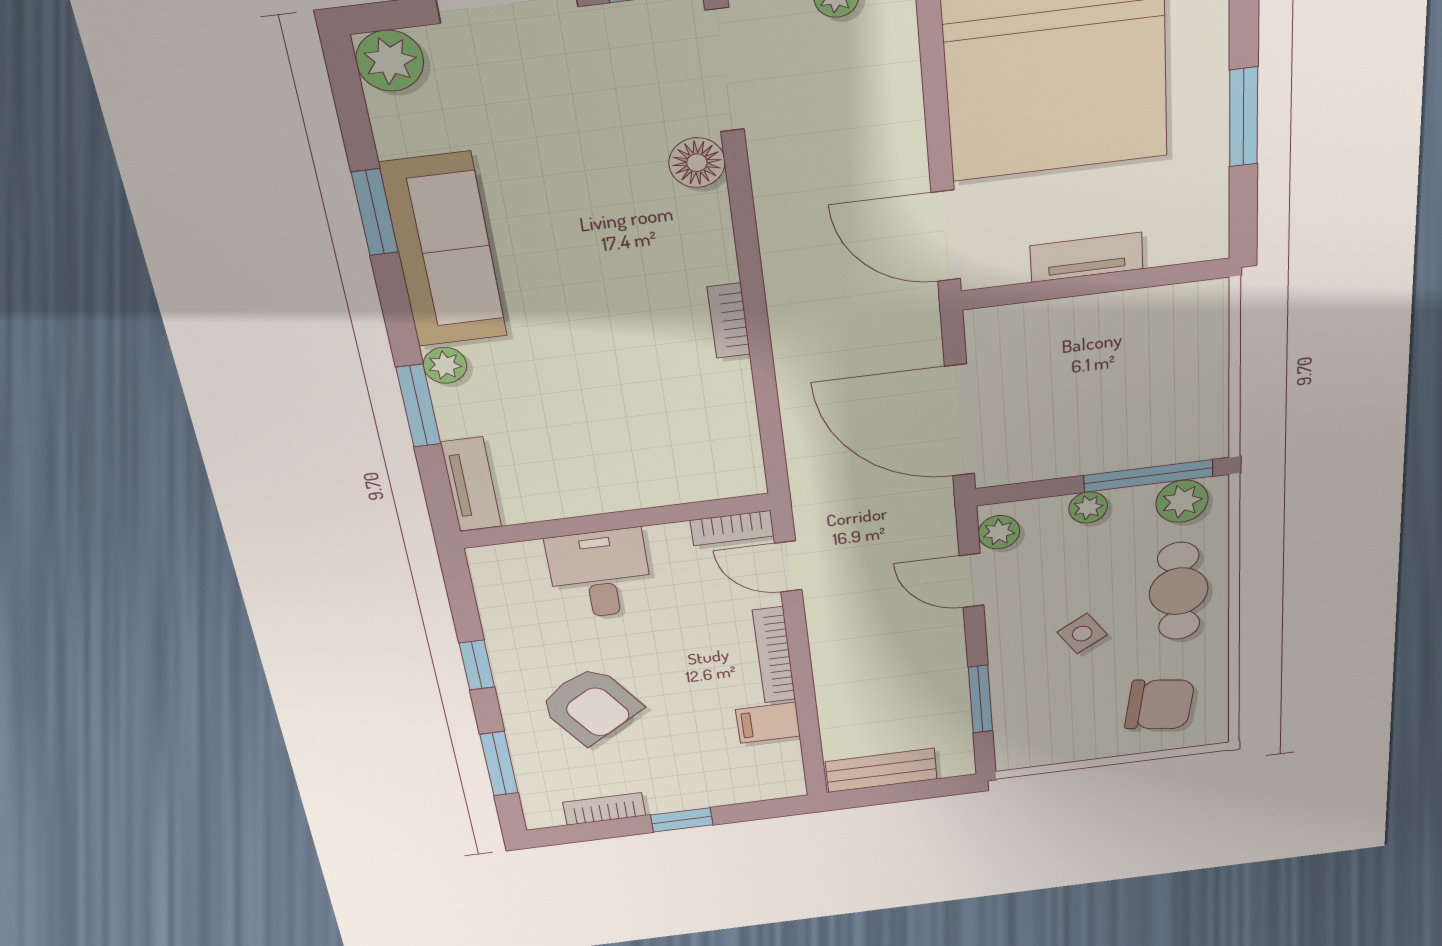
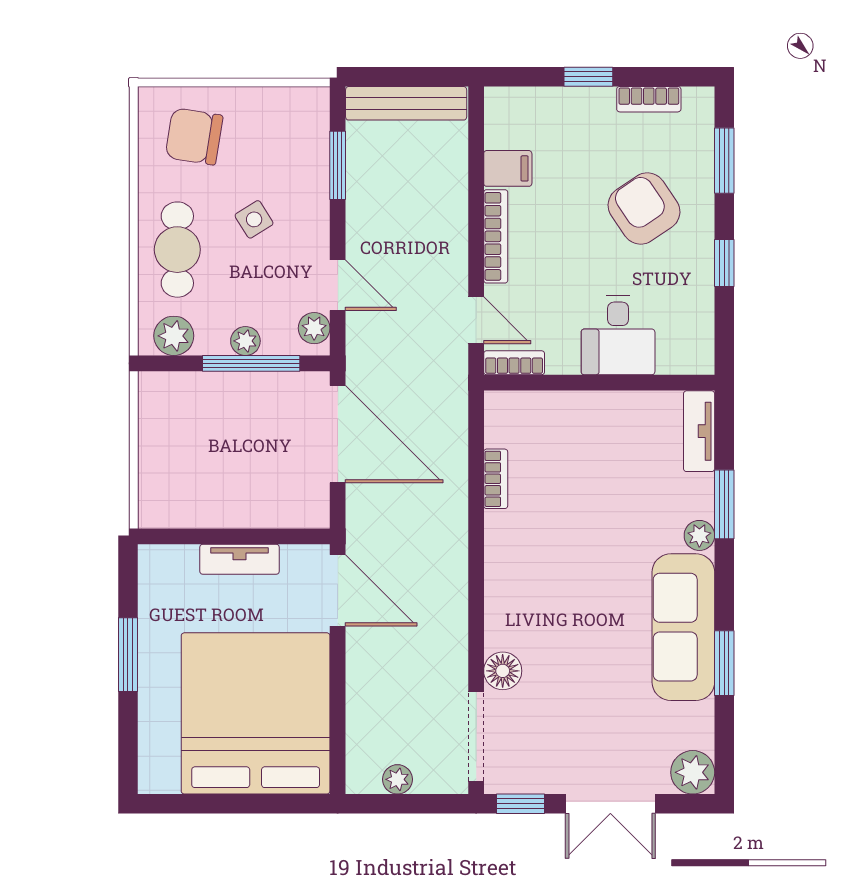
bookcase: (729, 321) -> (496, 479), moved
window: (1148, 476) -> (251, 363), moved
bench: (881, 770) -> (406, 103), width x1.36

